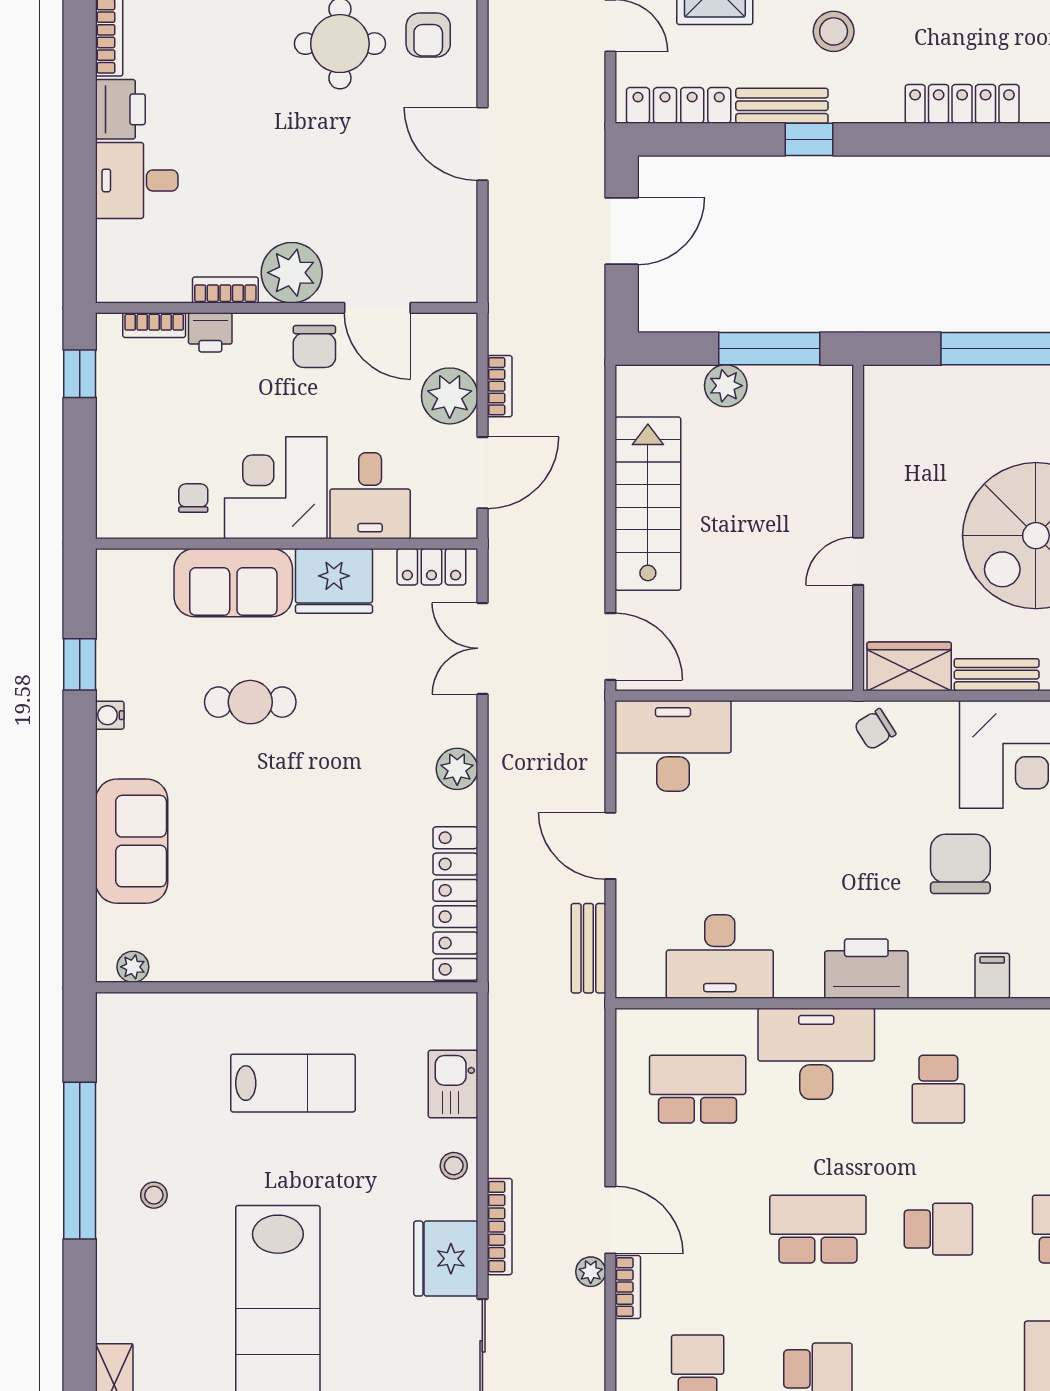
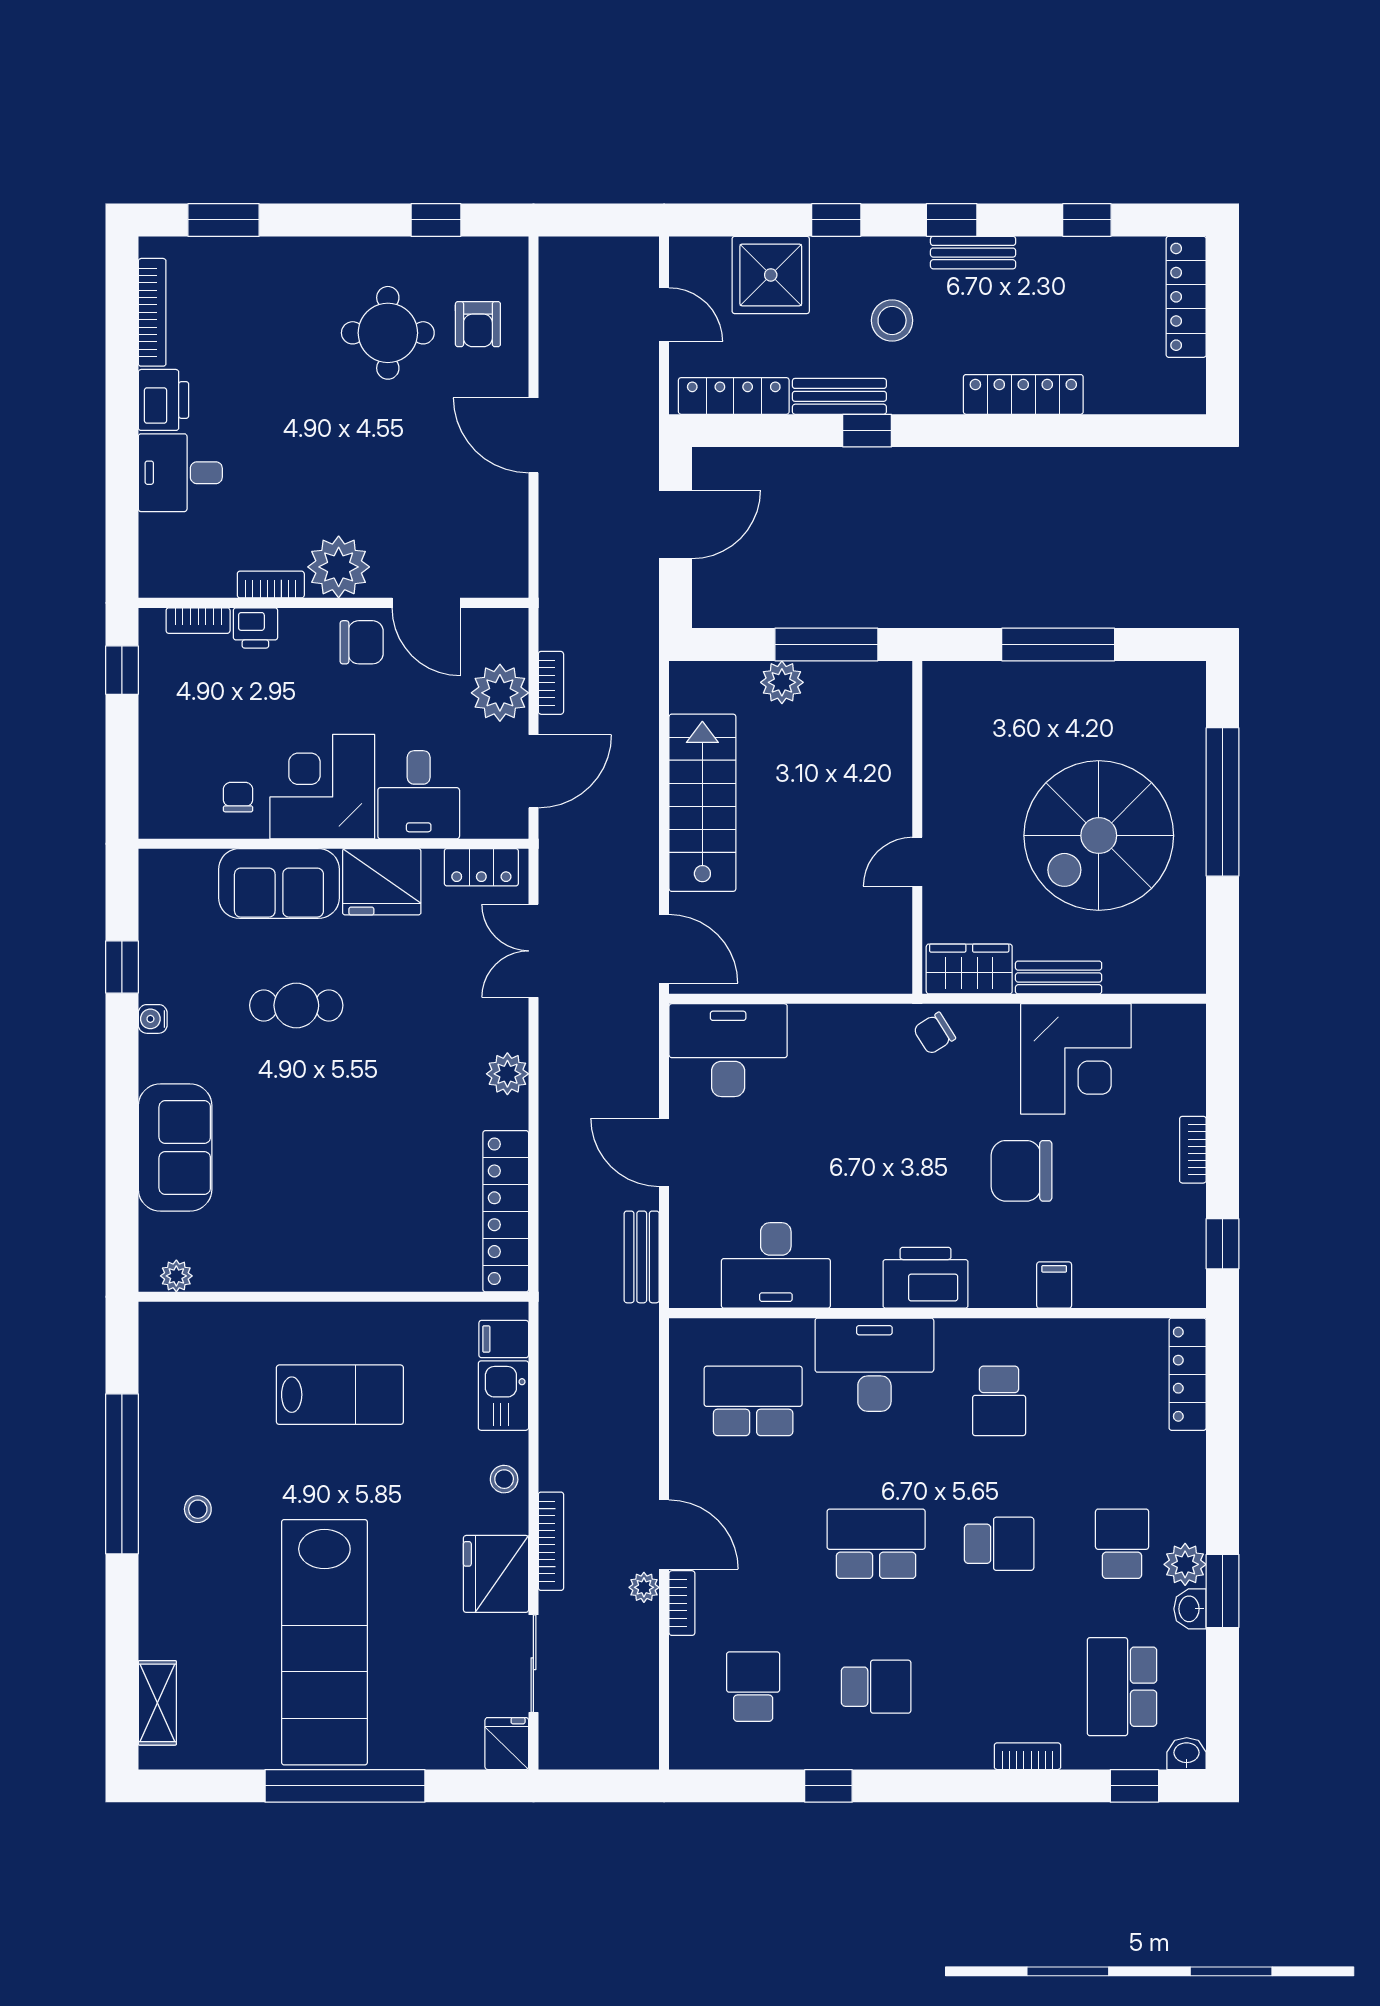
chair: (314, 346) -> (362, 642), turned -90
chair: (960, 864) -> (1022, 1171), turned -90
filing cabinet: (453, 1029) -> (504, 1339), added

